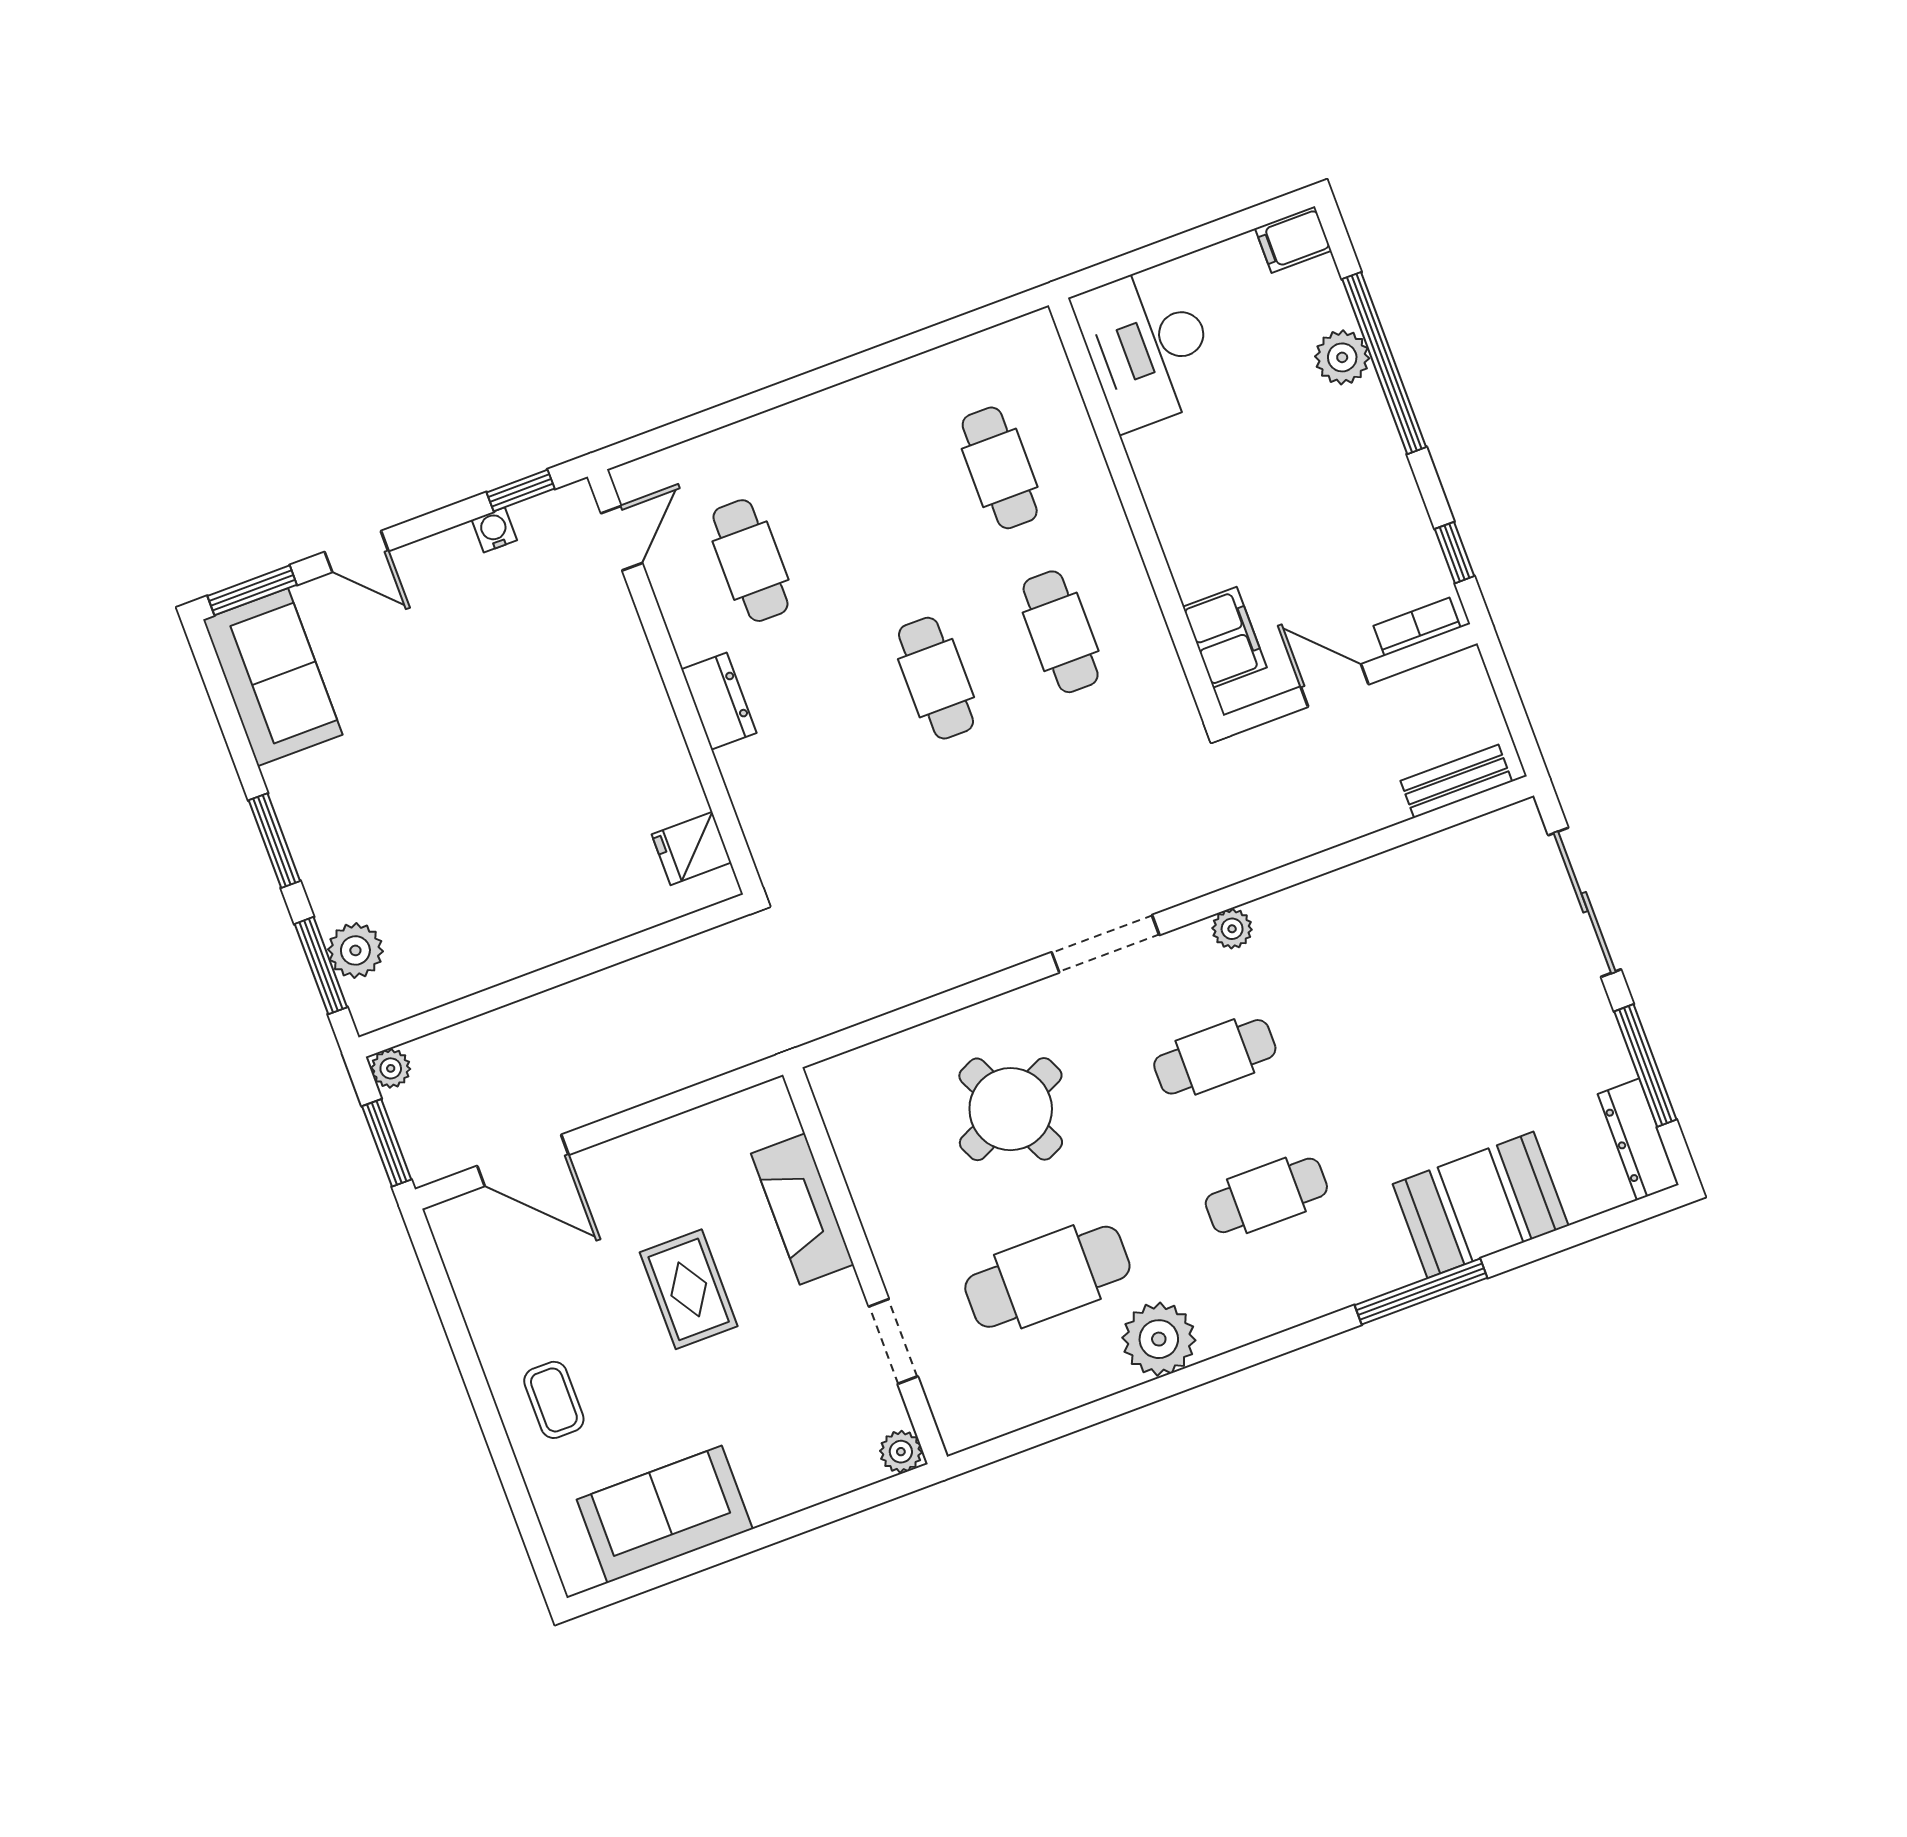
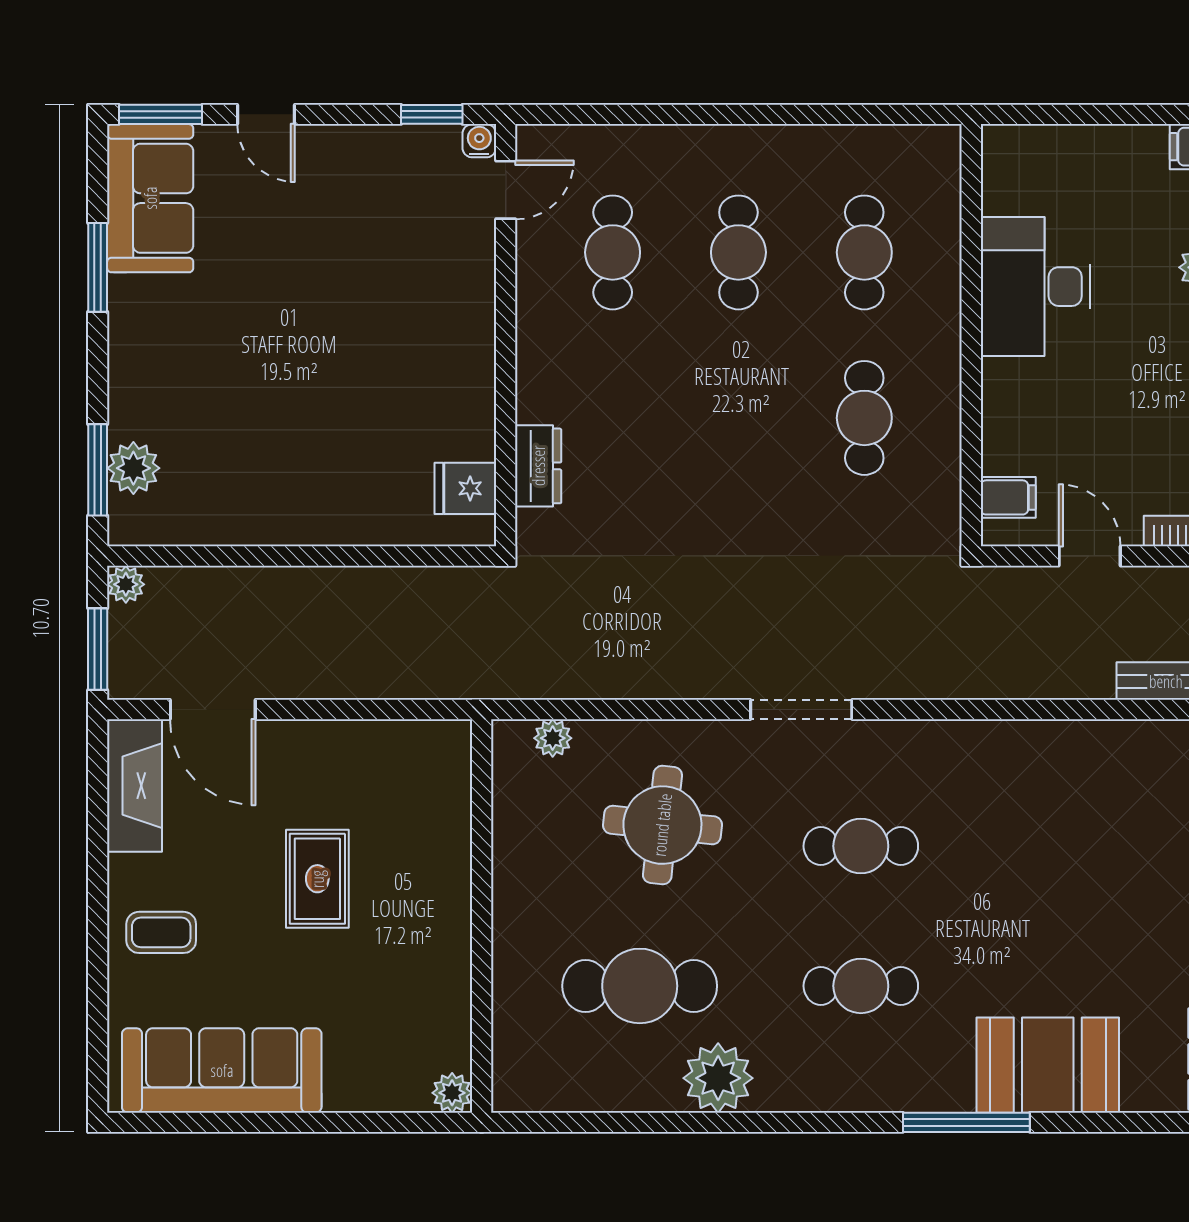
desk: (1148, 347) -> (1036, 287), moved
water cooler: (494, 530) -> (479, 141), moved
filing cabinet: (1225, 637) -> (1008, 497), width x0.50
cafe table: (936, 678) -> (738, 252), moved
dresser: (719, 701) -> (538, 466), moved
window: (274, 841) -> (98, 267), moved
plant: (1232, 929) -> (553, 738), moved
round table: (1011, 1109) -> (662, 825), turned 31
fireplace: (802, 1209) -> (135, 786), moved, turned 180
doorway: (893, 1341) -> (482, 992), removed
coffee table: (554, 1400) -> (161, 932), turned 90
sofa: (665, 1514) -> (222, 1070), width x1.36

